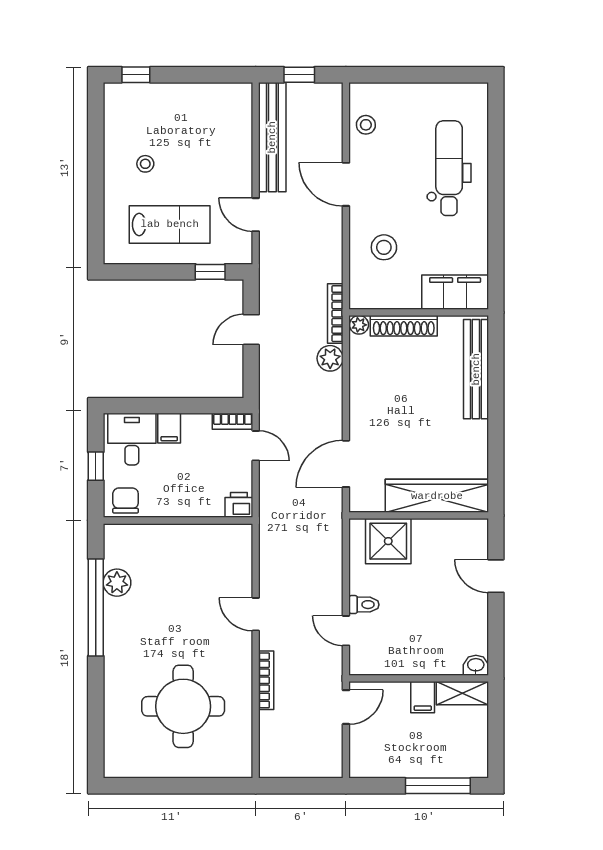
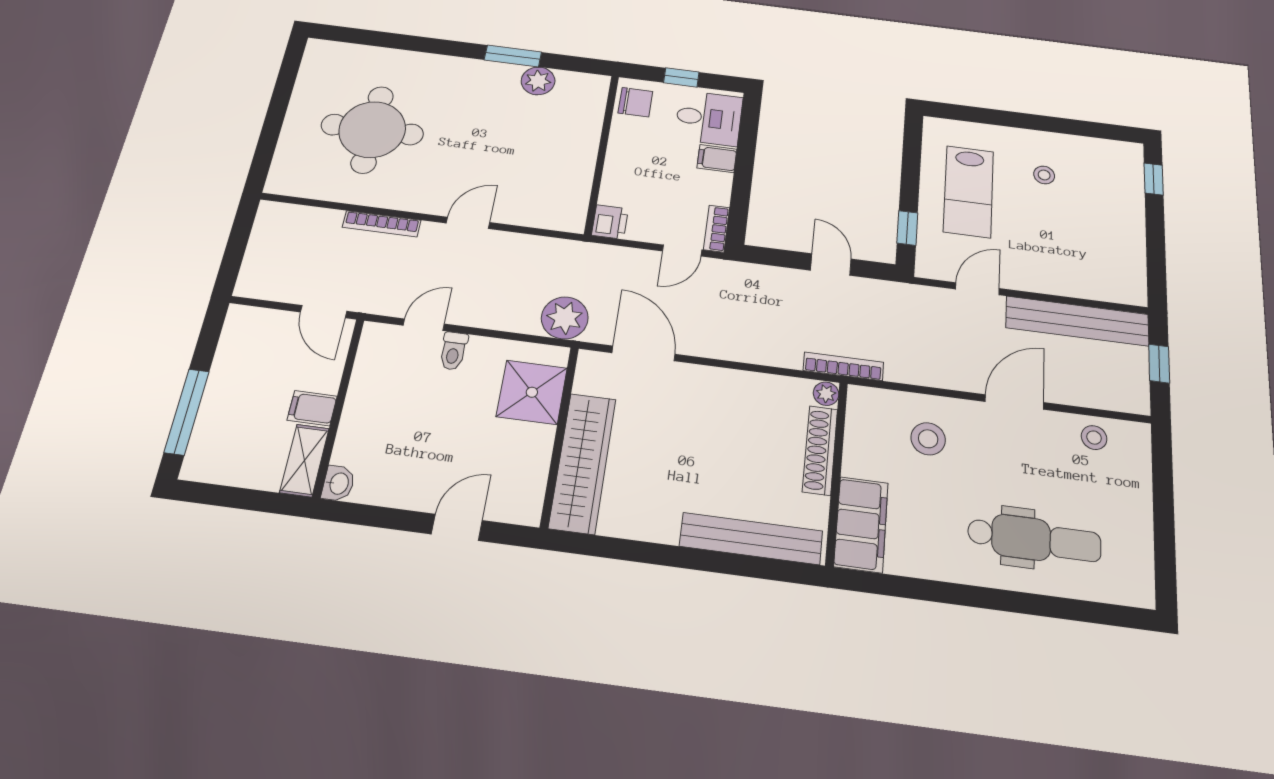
plant: (330, 358) -> (565, 318), moved, width x1.36, depth x1.36
window: (96, 607) -> (513, 56), width x0.47

